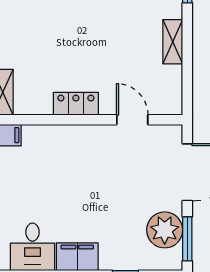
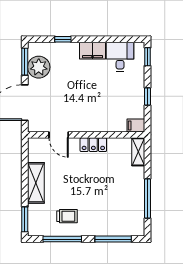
shelving: (173, 42) -> (36, 183), width x1.50, depth x1.33

